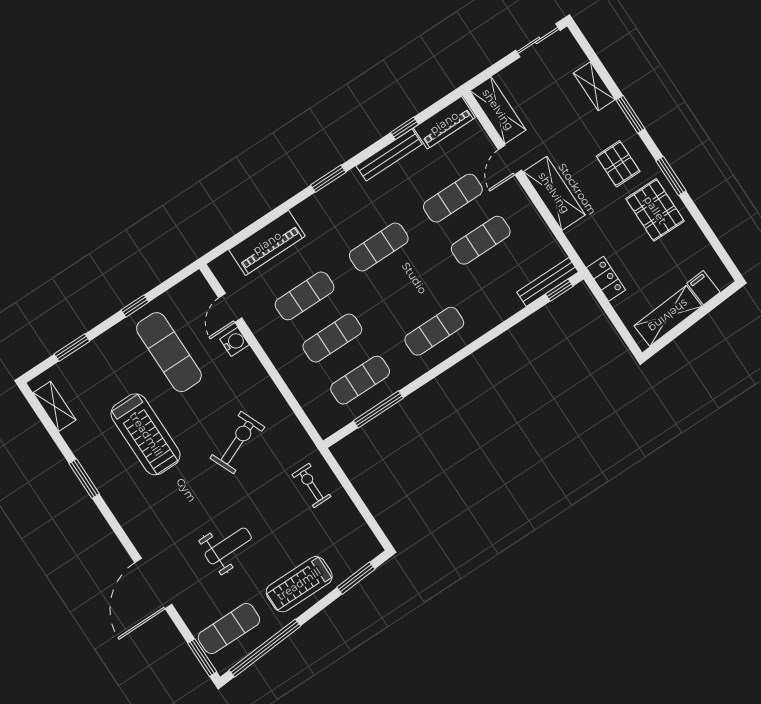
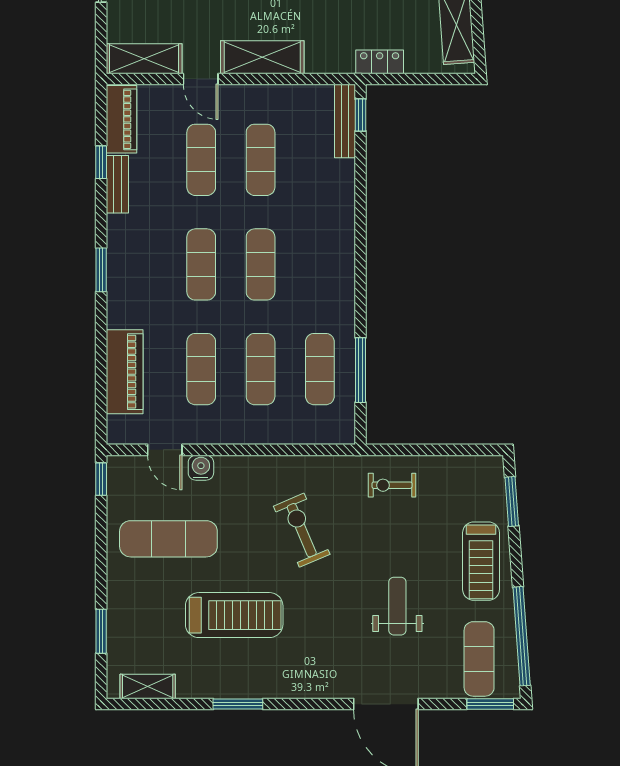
bench: (389, 155) -> (117, 184), width x0.73
window: (135, 306) -> (101, 479), moved
exercise mat: (434, 331) -> (261, 264), moved

